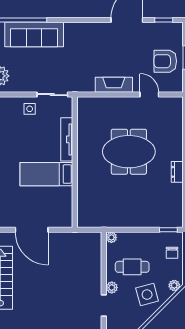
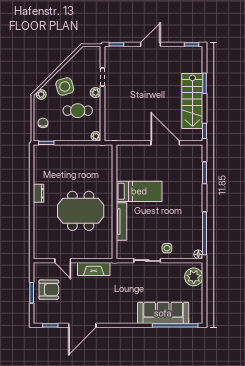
tv unit: (67, 139) -> (121, 221), moved
wall: (75, 162) -> (114, 202), moved
bed: (46, 174) -> (139, 191), moved

